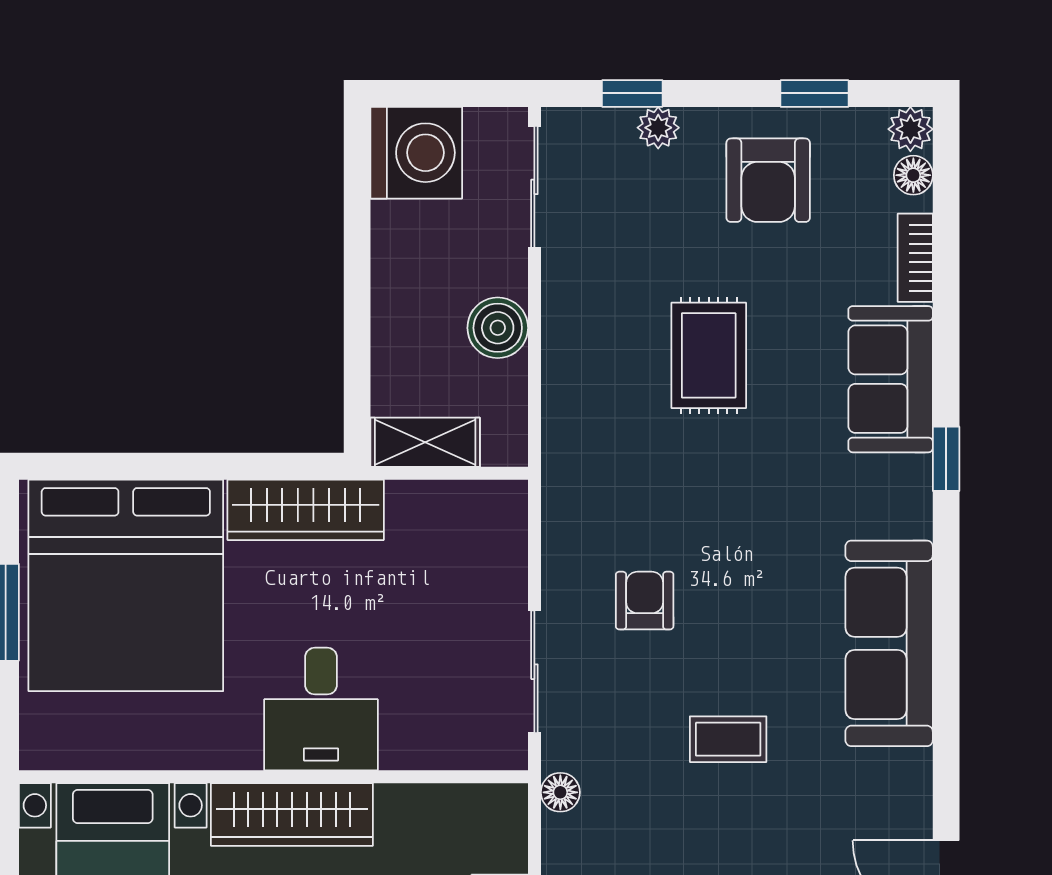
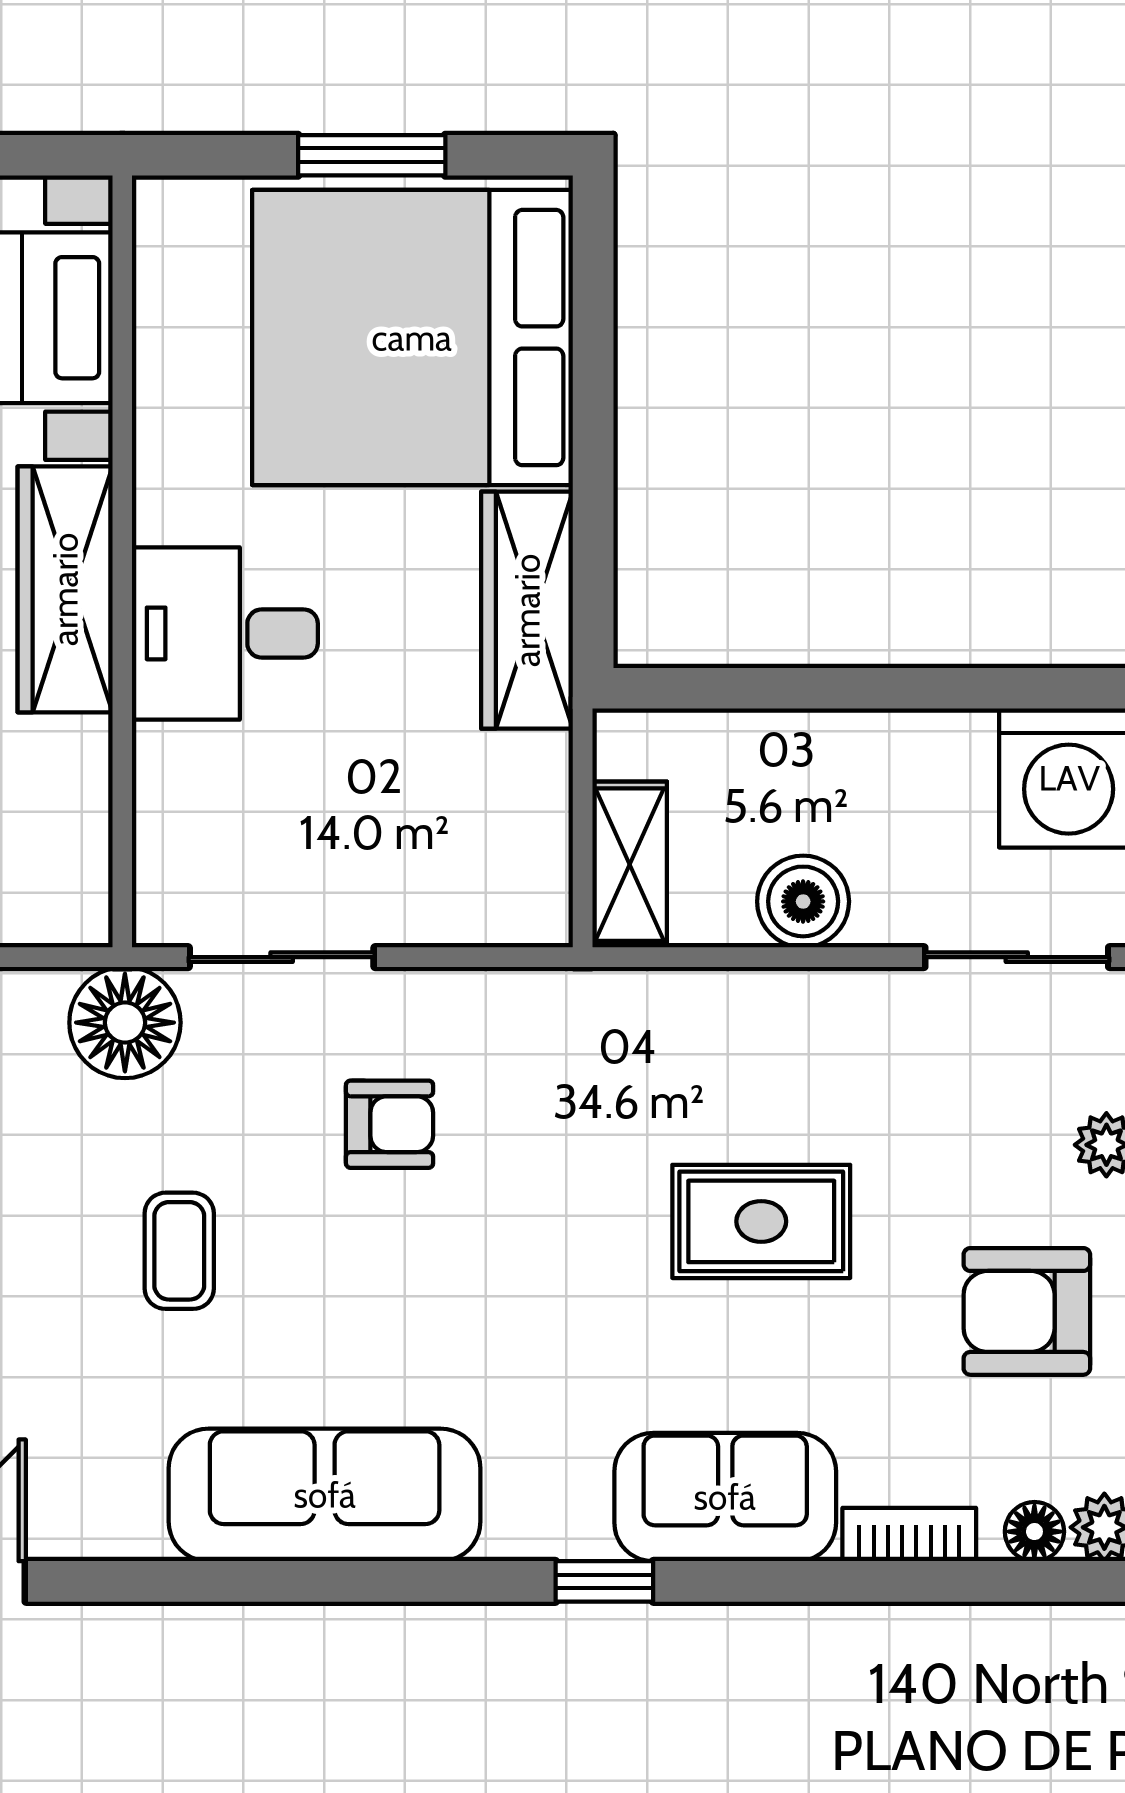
shelving: (425, 442) -> (630, 865), moved
floor lamp: (560, 792) -> (125, 1023), width x1.89, depth x1.89

